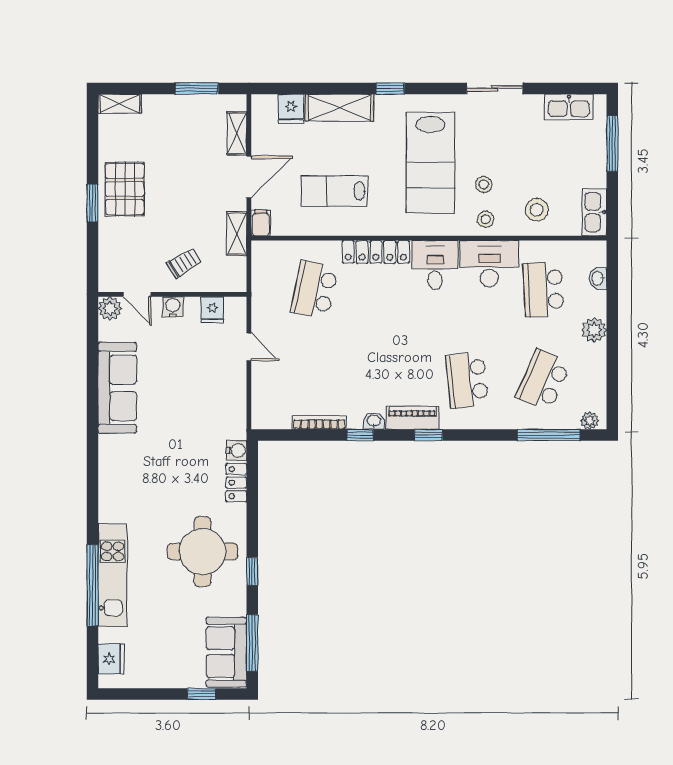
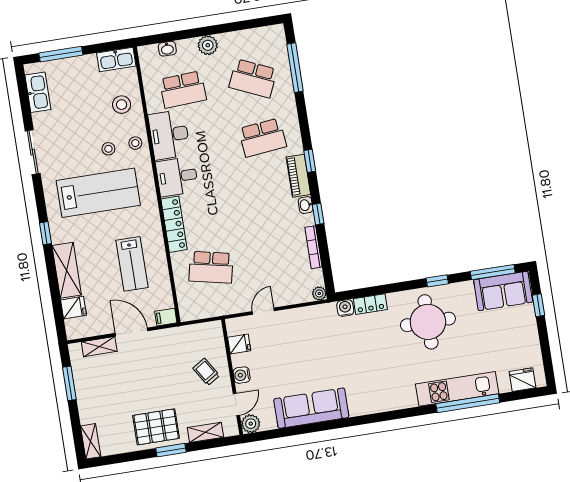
shelving: (237, 234) -> (205, 432), moved
plant: (590, 421) -> (319, 293), moved

